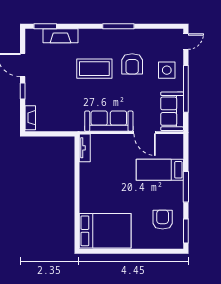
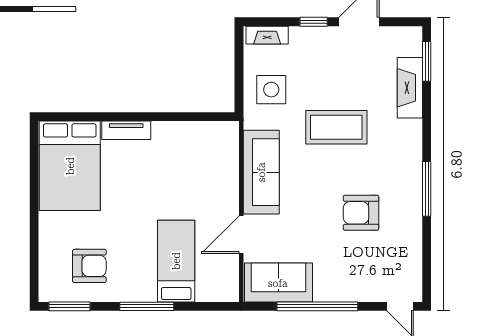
coffee table: (94, 69) -> (336, 127), moved, turned 90
side table: (167, 70) -> (271, 90), moved
tv unit: (85, 148) -> (126, 130), moved

